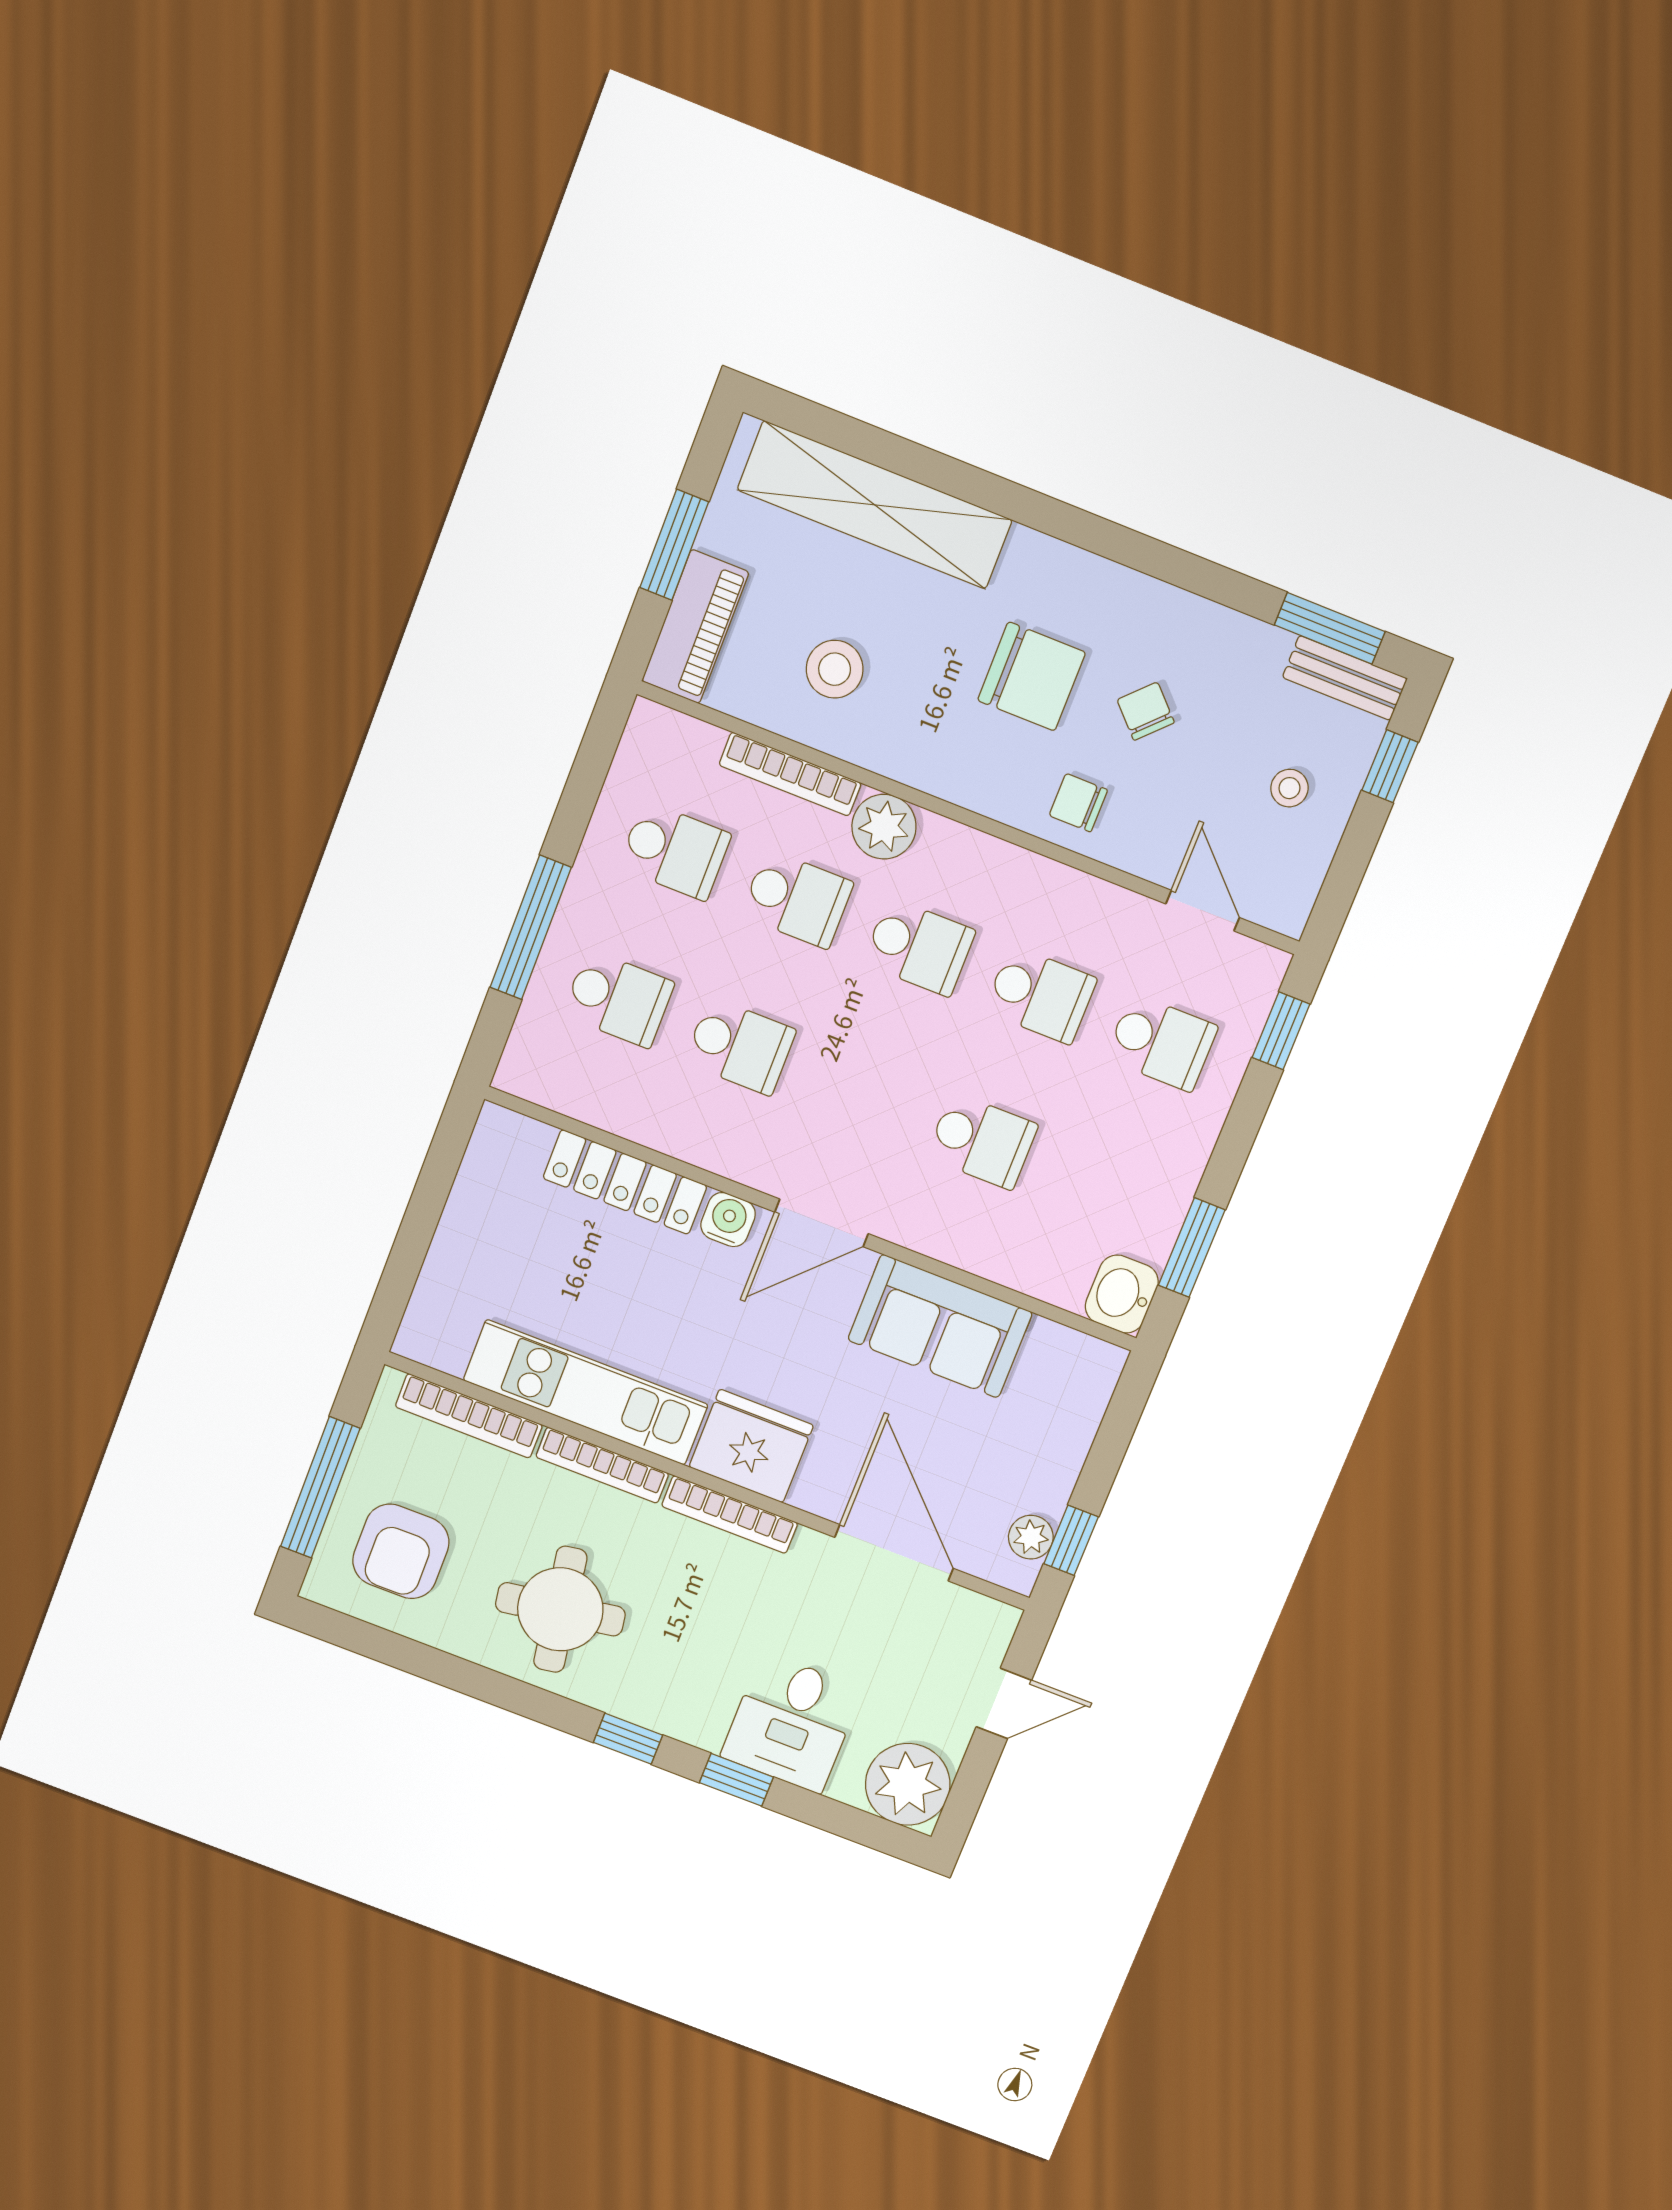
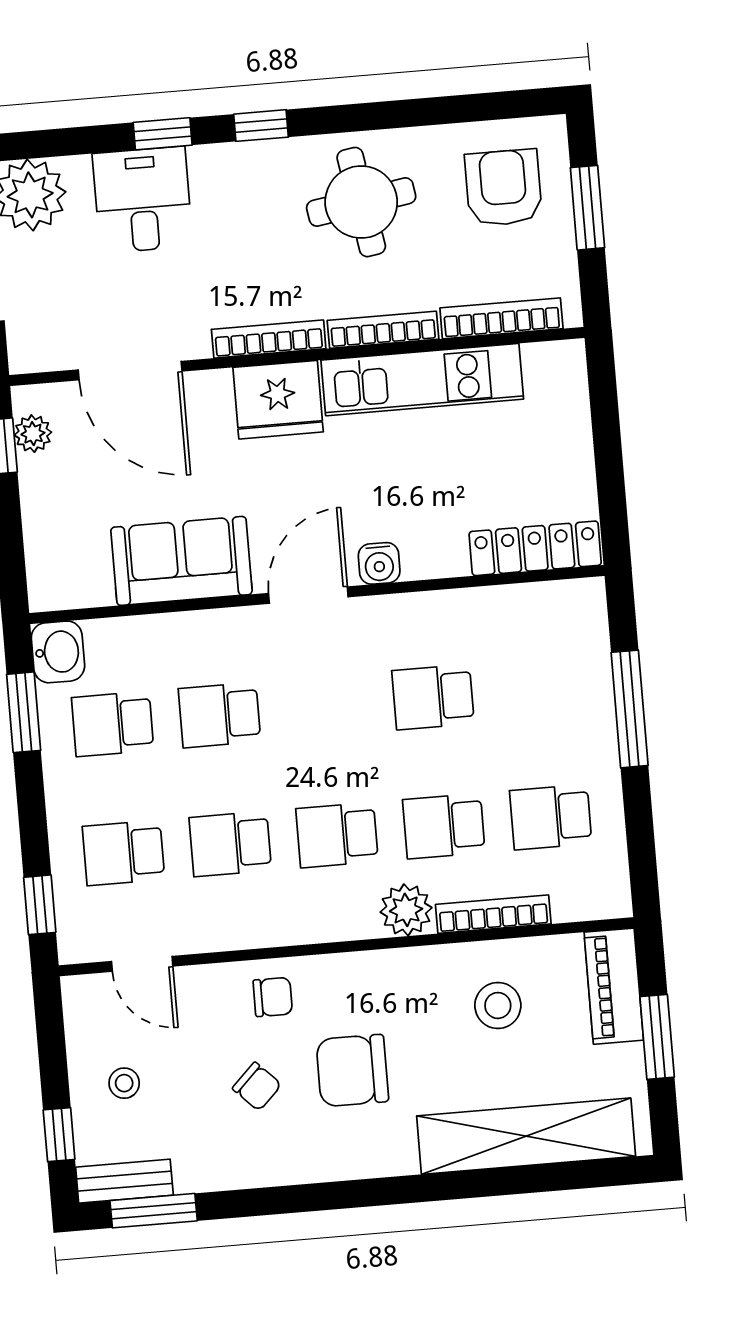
school desk: (618, 999) -> (113, 724), moved
locker: (625, 1182) -> (535, 548), moved
window: (320, 1487) -> (587, 208), width x0.69

